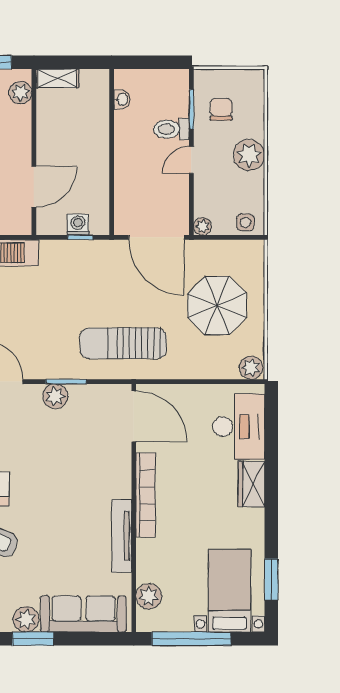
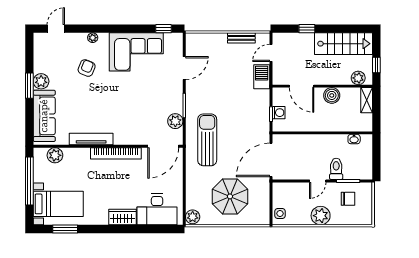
boiler: (49, 136) -> (332, 95), added
door: (191, 160) -> (318, 181), swing flipped
plant: (202, 226) -> (278, 188), removed
plant: (55, 396) -> (175, 121), moved

